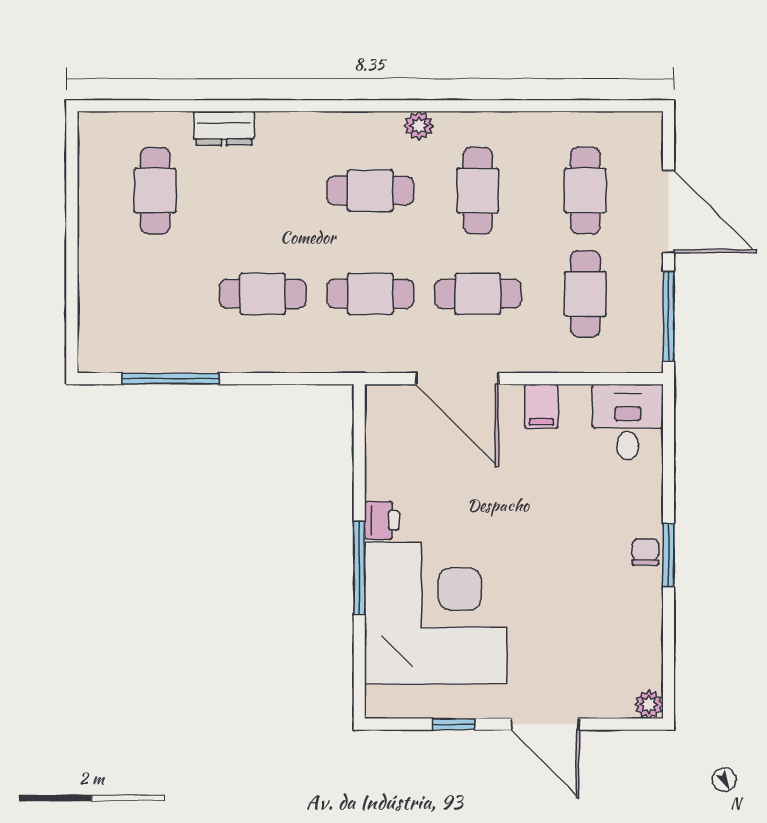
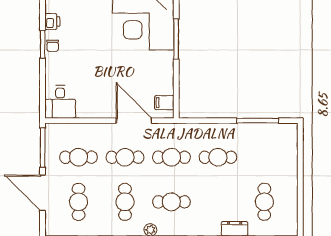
cafe table: (585, 294) -> (79, 157), turned 90
filing cabinet: (541, 406) -> (164, 103), moved, turned -90
printer: (382, 520) -> (52, 21), moved, turned 180

